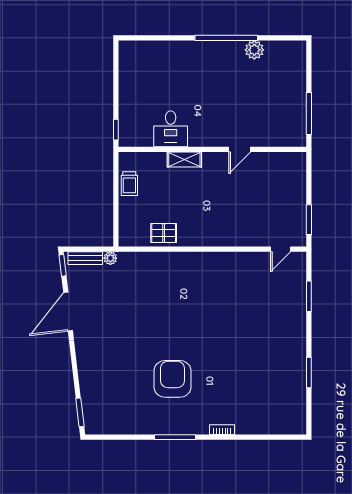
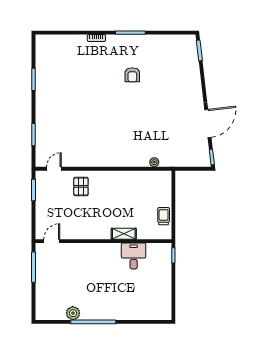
door: (240, 149) -> (52, 241), moved
pallet: (164, 233) -> (81, 186), moved, turned 90
bench: (85, 258) -> (195, 162), removed
plant: (110, 258) -> (154, 162), moved
armchair: (172, 379) -> (132, 75), width x0.53, depth x0.53

